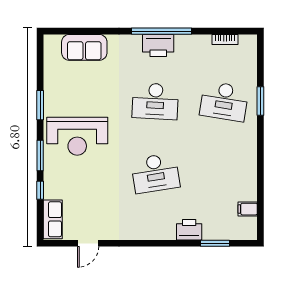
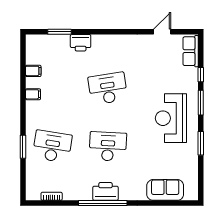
reception desk: (77, 136) -> (171, 118), turned -90
filing cabinet: (248, 166) -> (33, 94), added
filing cabinet: (248, 209) -> (33, 71), moved

